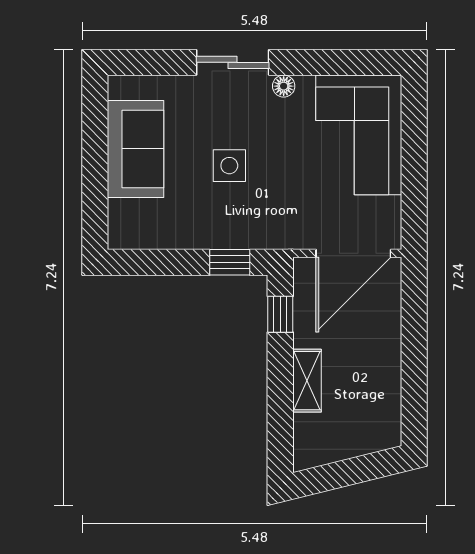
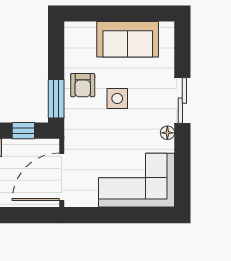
armchair: (208, 220) -> (83, 85), added
door: (353, 253) -> (62, 177), hinge flipped
window: (230, 262) -> (56, 99), width x1.50

